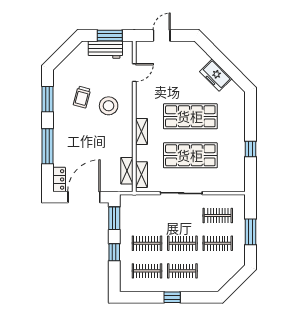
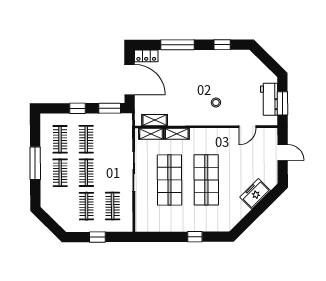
door: (134, 73) -> (247, 127), hinge flipped
freezer: (216, 75) -> (255, 194), moved
trolley: (82, 97) -> (224, 77), removed
window: (47, 99) -> (222, 45), width x0.67
stool: (109, 106) -> (216, 102), width x0.53, depth x0.53
shelving: (141, 131) -> (177, 134), moved
window: (250, 149) -> (195, 237), moved
window: (250, 232) -> (97, 237), width x0.67
window: (172, 297) -> (35, 163), width x2.17

